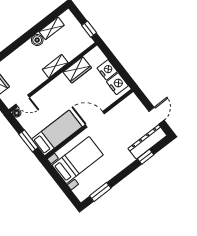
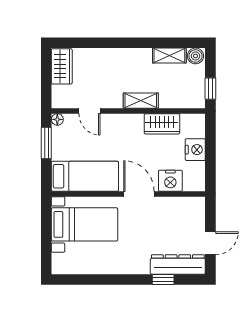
boiler: (37, 40) -> (195, 56), moved
nightstand: (117, 84) -> (170, 181), moved, turned 90
door: (23, 101) -> (89, 111), moved
window: (28, 141) -> (46, 143), moved
window: (100, 192) -> (82, 279), removed

